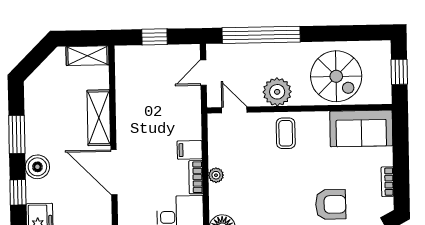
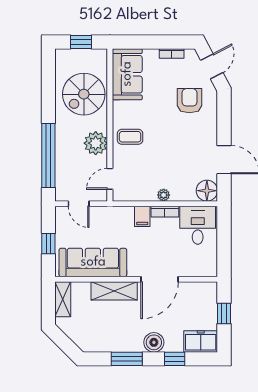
spiral stairs: (336, 76) -> (84, 94), turned 180
sofa: (133, 91) -> (93, 262), added

